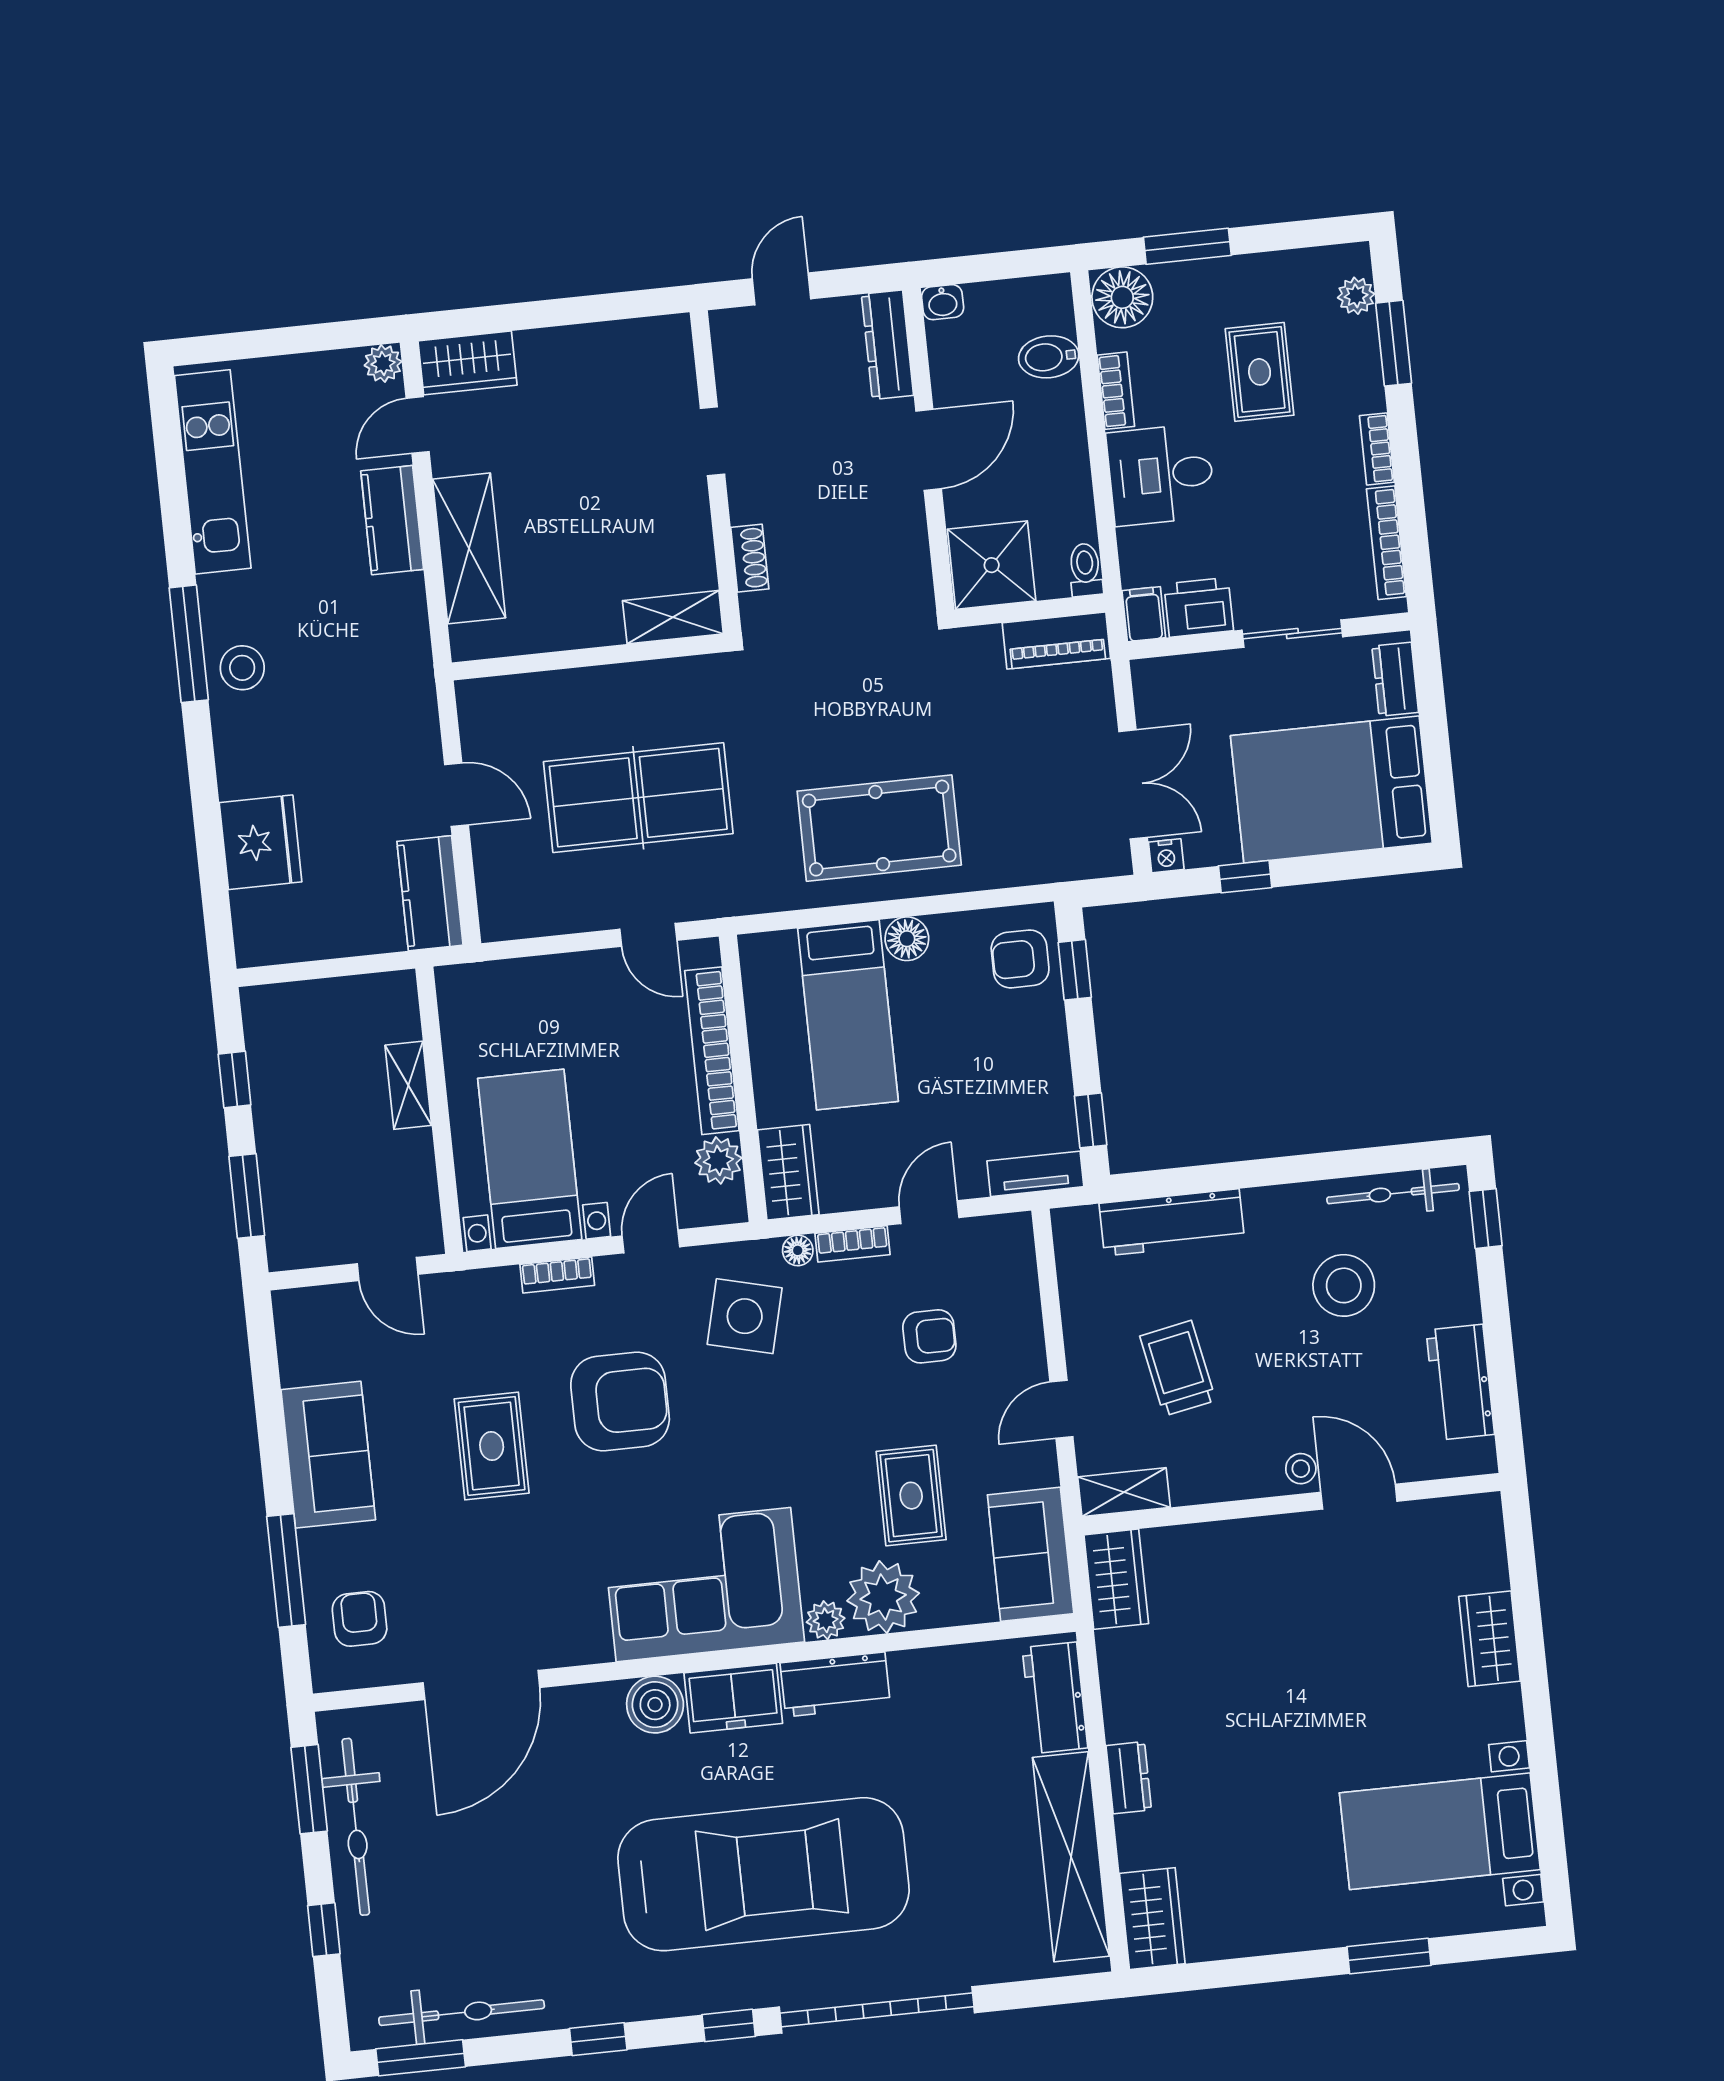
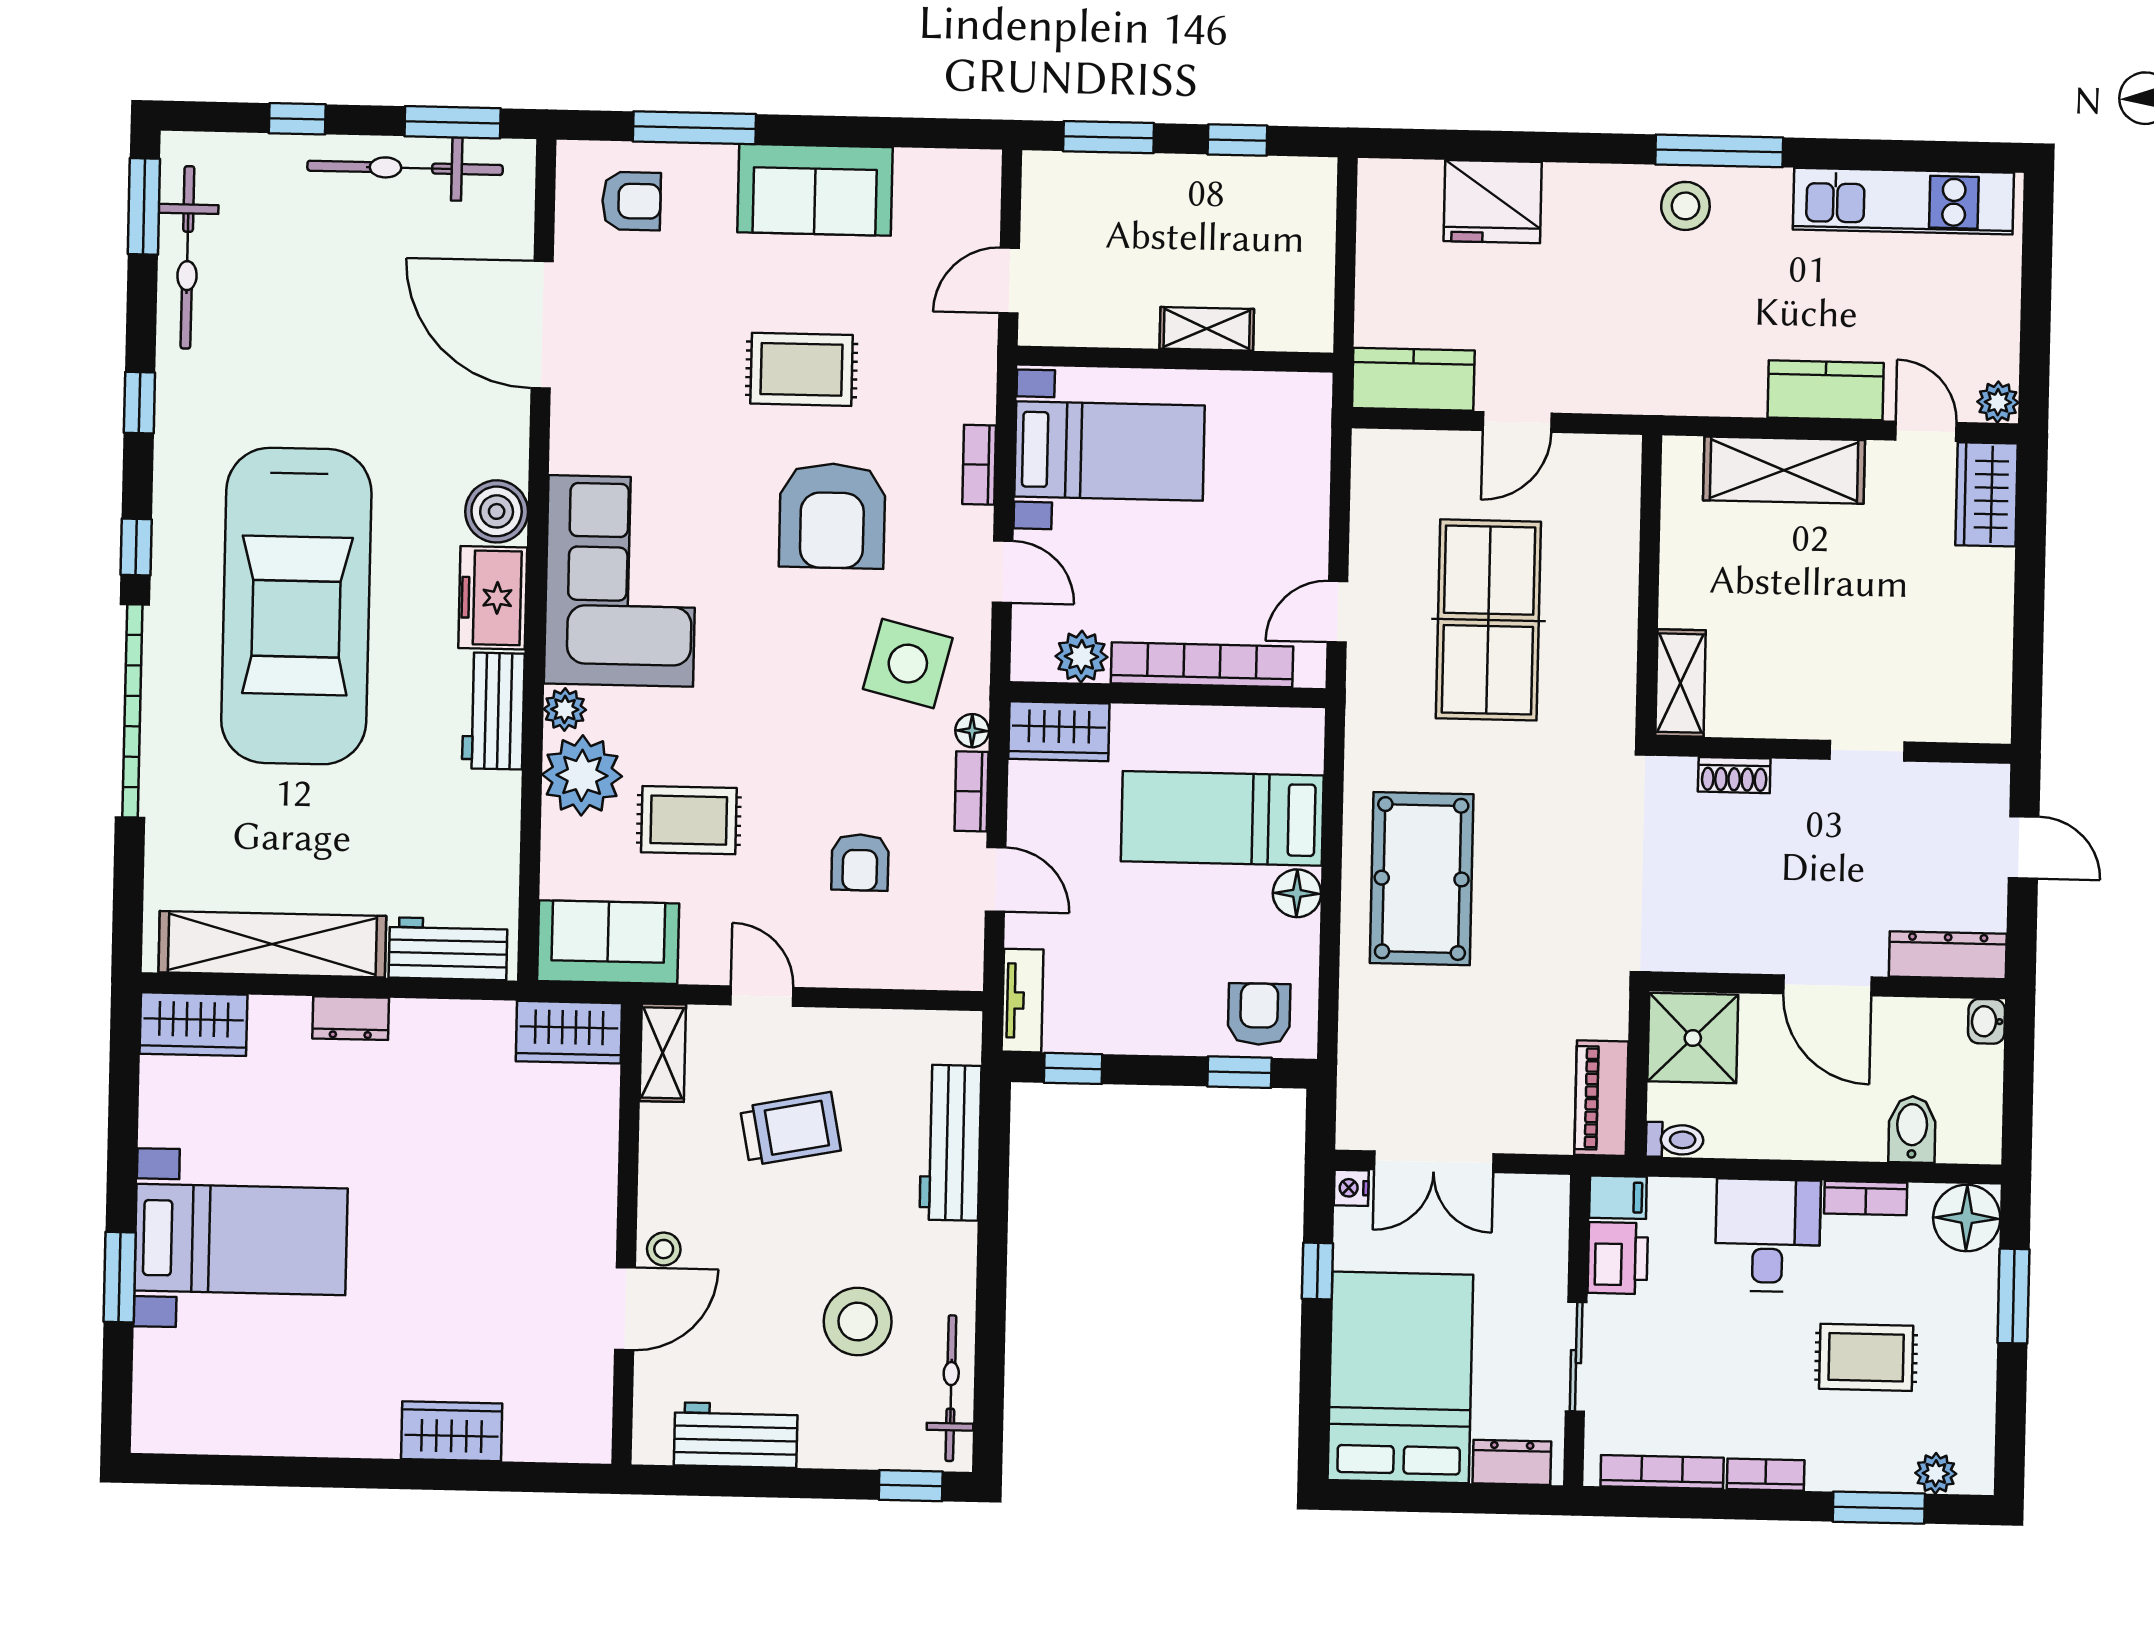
bed with nightstands: (1440, 1831) -> (241, 1240), moved, turned 90

